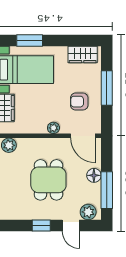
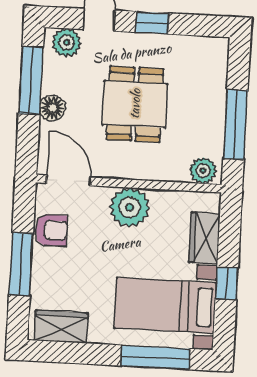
window: (30, 41) -> (155, 357), width x1.44
armchair: (79, 102) -> (51, 230), moved
plant: (53, 128) -> (130, 207), width x1.87, depth x1.87

